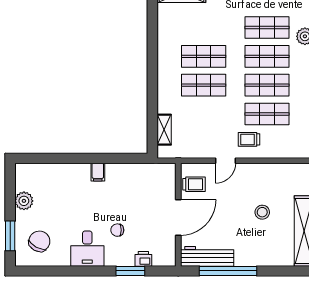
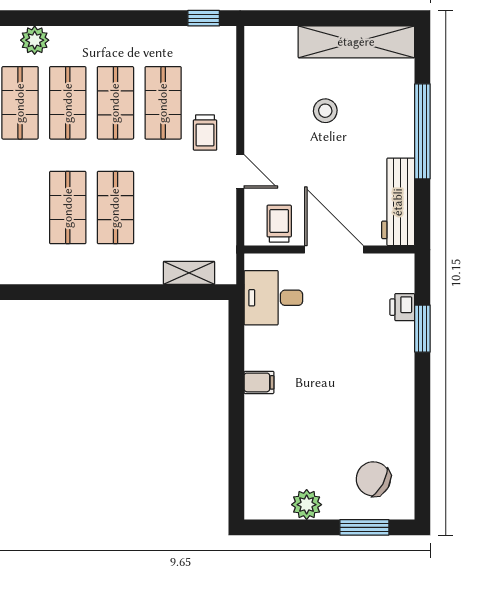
chair: (117, 230) -> (355, 350), removed
desk: (87, 249) -> (273, 298), moved, turned 180
window: (228, 271) -> (422, 131), moved

